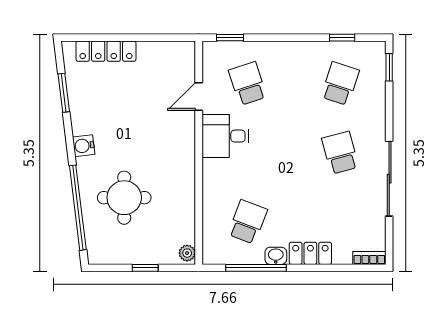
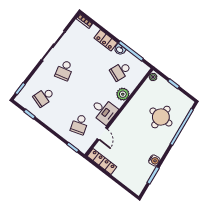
locker: (106, 51) -> (102, 161), moved
door: (199, 96) -> (102, 134), hinge flipped
water cooler: (84, 146) -> (154, 160), moved
plant: (215, 187) -> (123, 94), added

